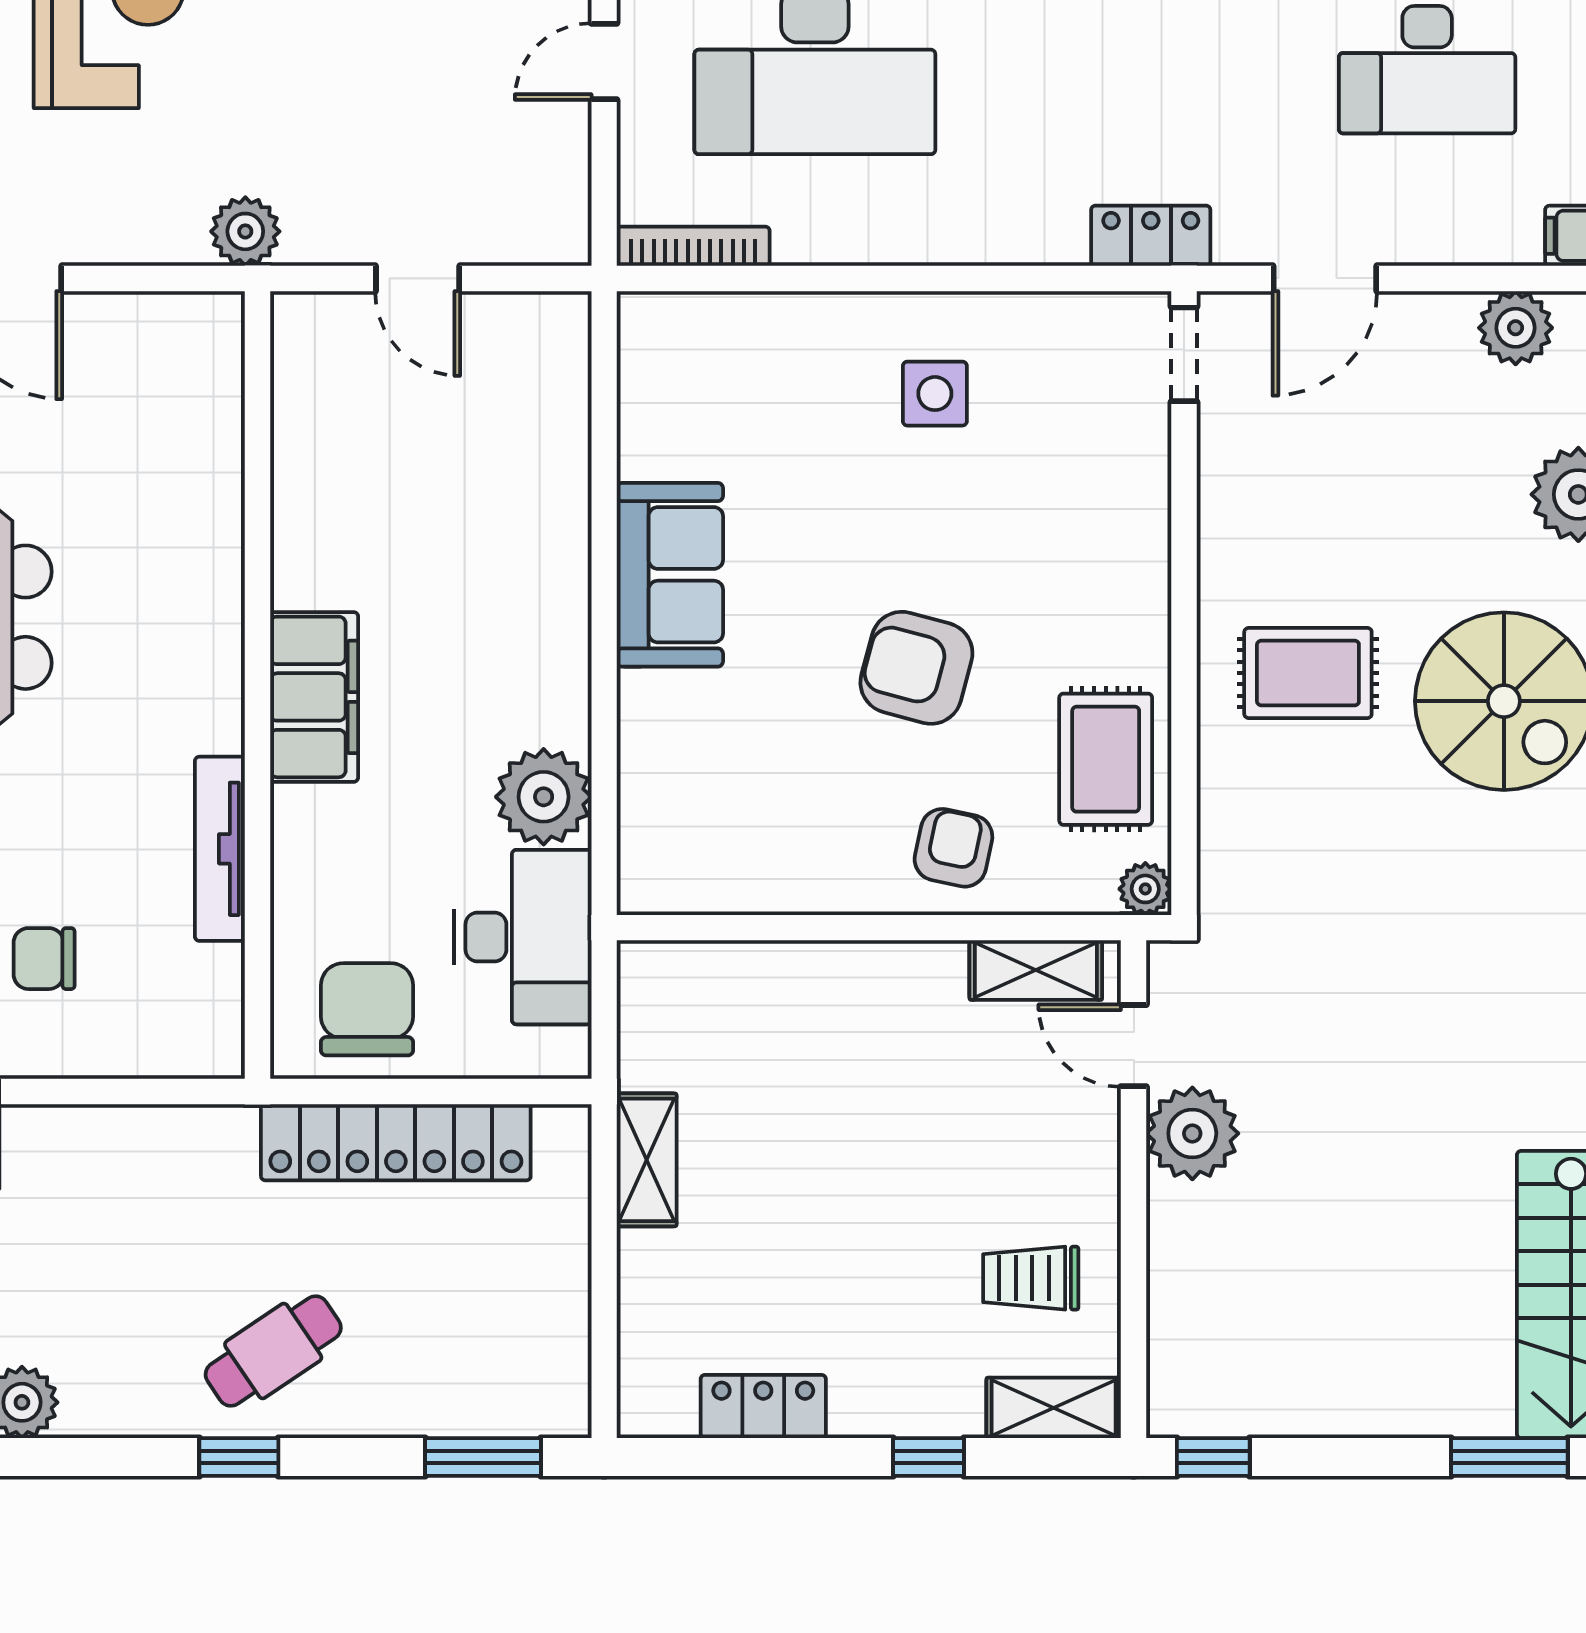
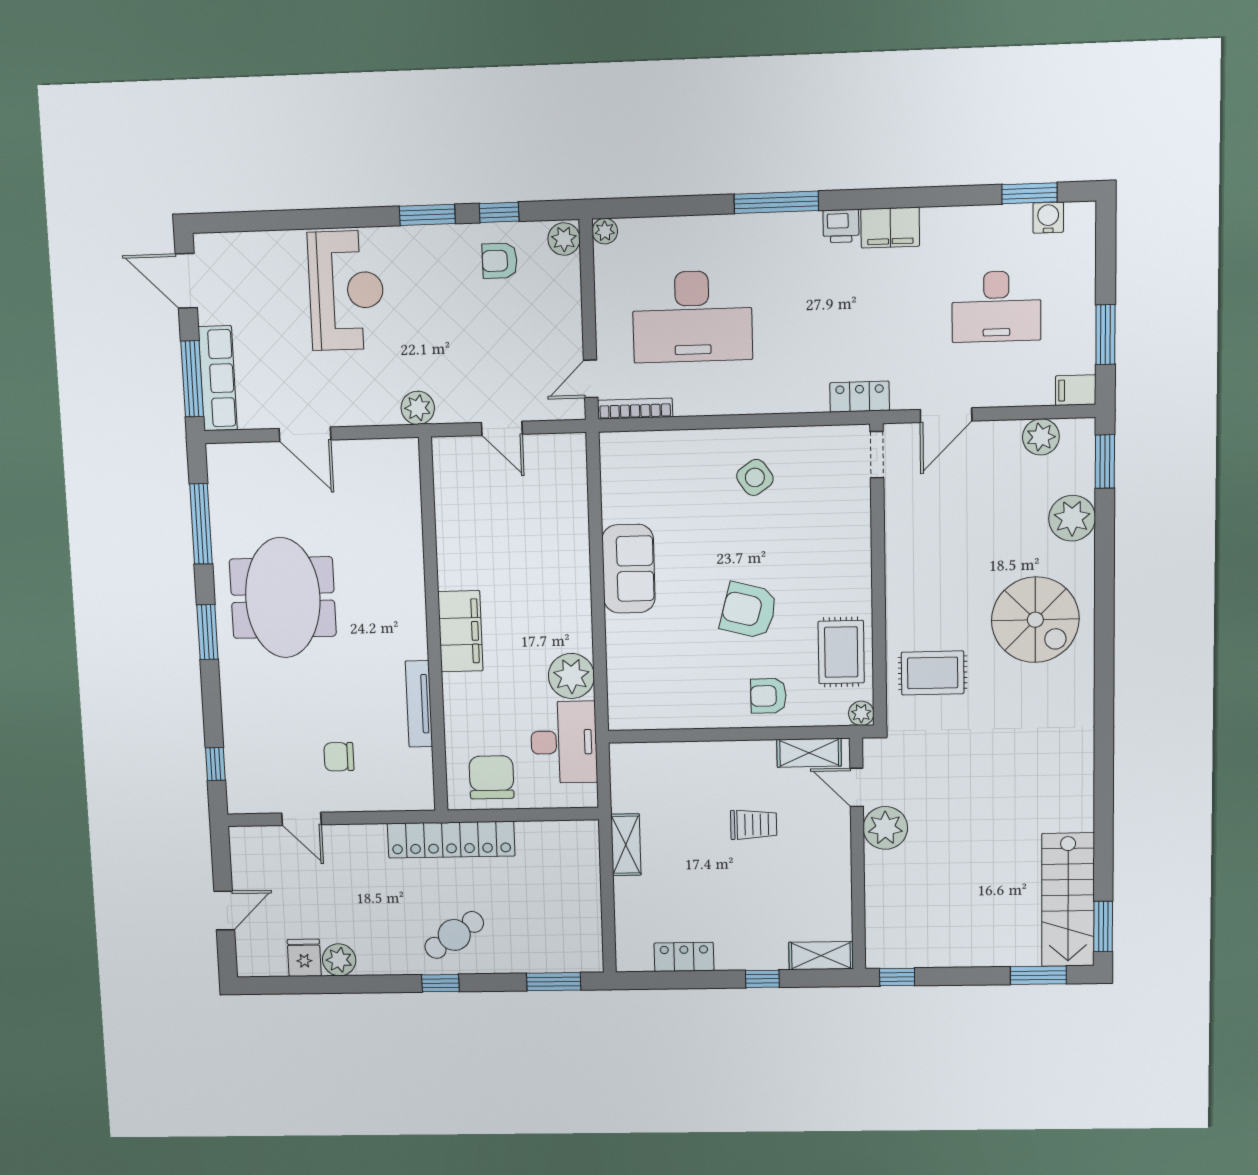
door: (604, 61) -> (591, 379), moved
side table: (935, 394) -> (755, 477), turned -35
rug: (1308, 673) -> (933, 673), moved
armchair: (953, 848) -> (768, 696), turned -102
locker: (396, 1142) -> (451, 840), moved
trolley: (1031, 1278) -> (754, 825), moved, turned 180

